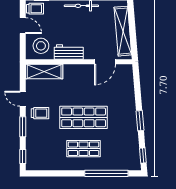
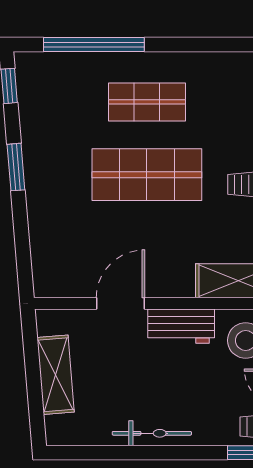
shelving: (123, 31) -> (56, 375), width x0.68
door: (105, 62) -> (120, 303), moved

